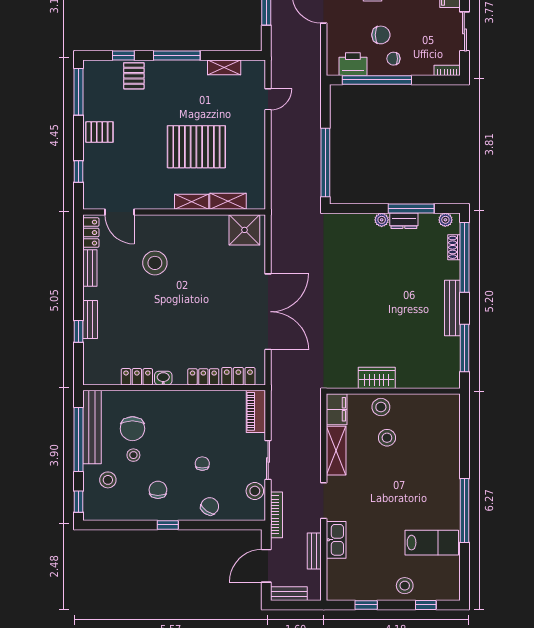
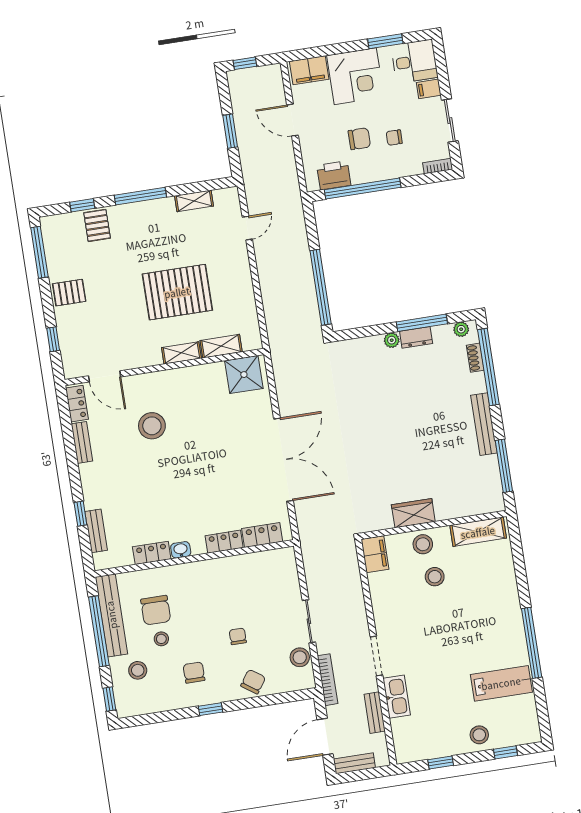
chair: (393, 59) -> (394, 138), moved
bench: (90, 320) -> (96, 531), moved
piano: (256, 411) -> (287, 570), removed
shelving: (336, 451) -> (478, 532), moved, turned 90

